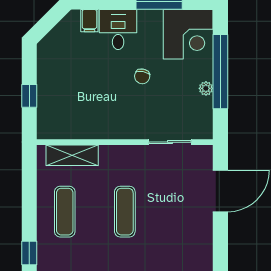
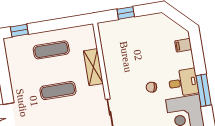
desk: (118, 30) -> (183, 83), moved
shelving: (72, 155) -> (93, 67), moved

